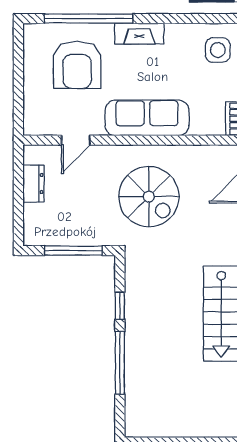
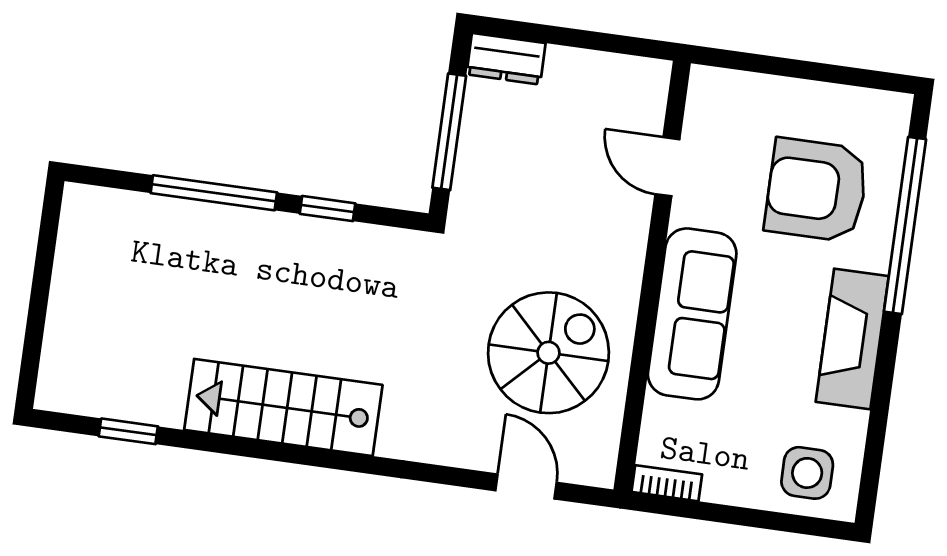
fireplace: (139, 34) -> (852, 339), width x1.37, depth x1.32
dresser: (33, 184) -> (506, 59), moved
spiral stairs: (149, 197) -> (548, 353), moved, turned 180

